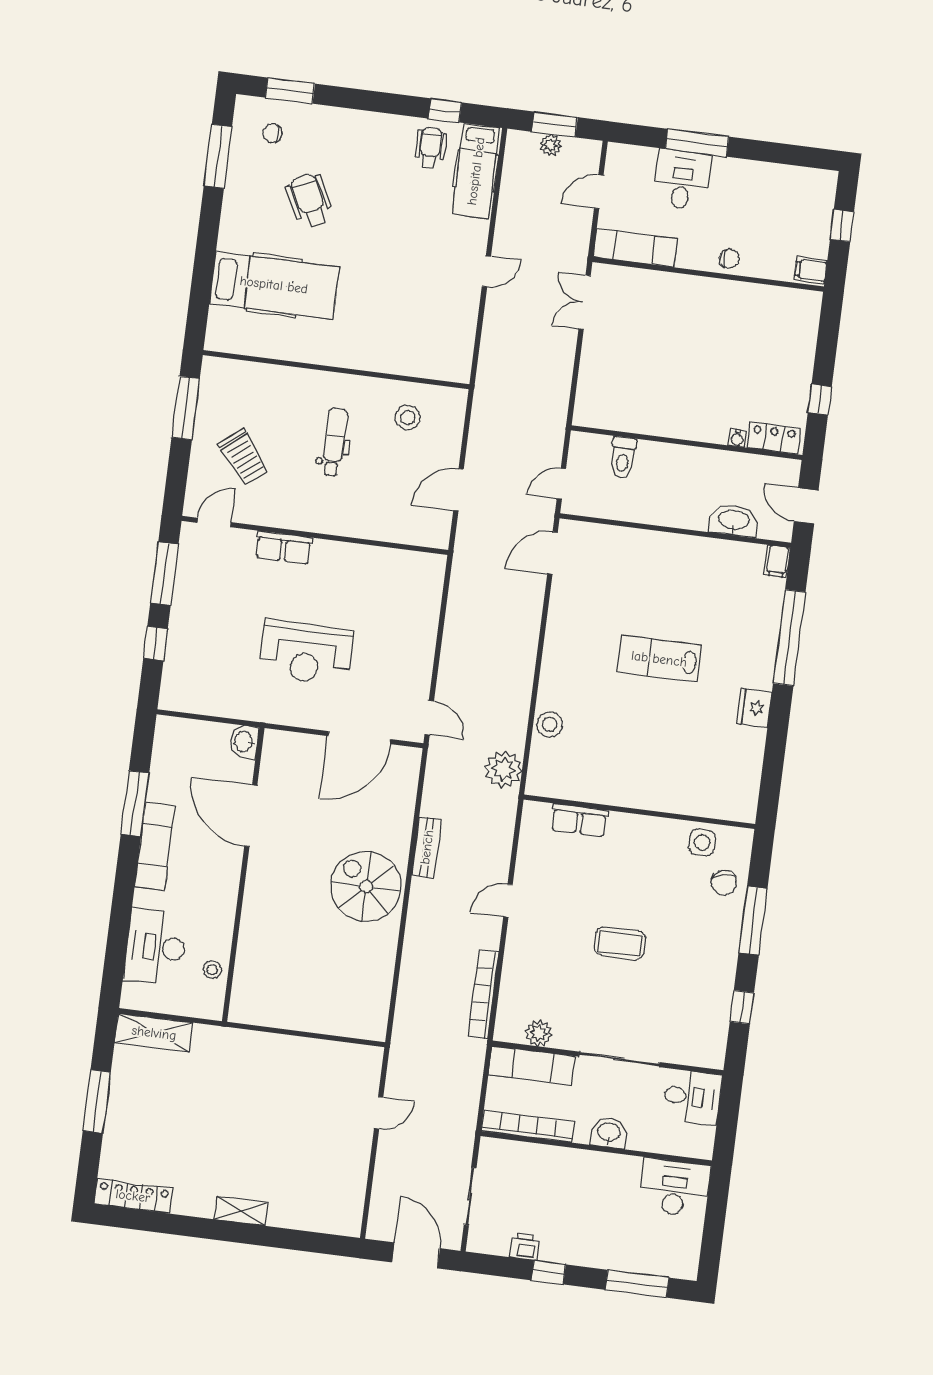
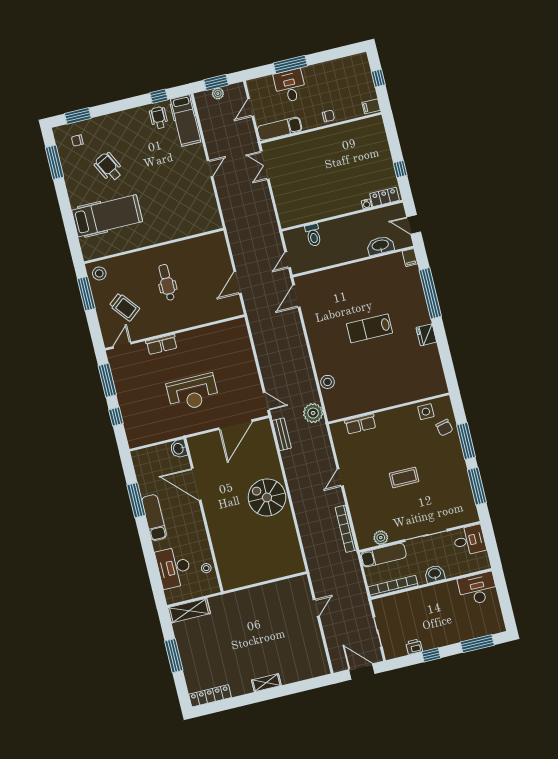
stool: (408, 418) -> (99, 273), moved
bench: (427, 847) -> (282, 434), moved
window: (742, 1007) -> (477, 486), width x2.17

